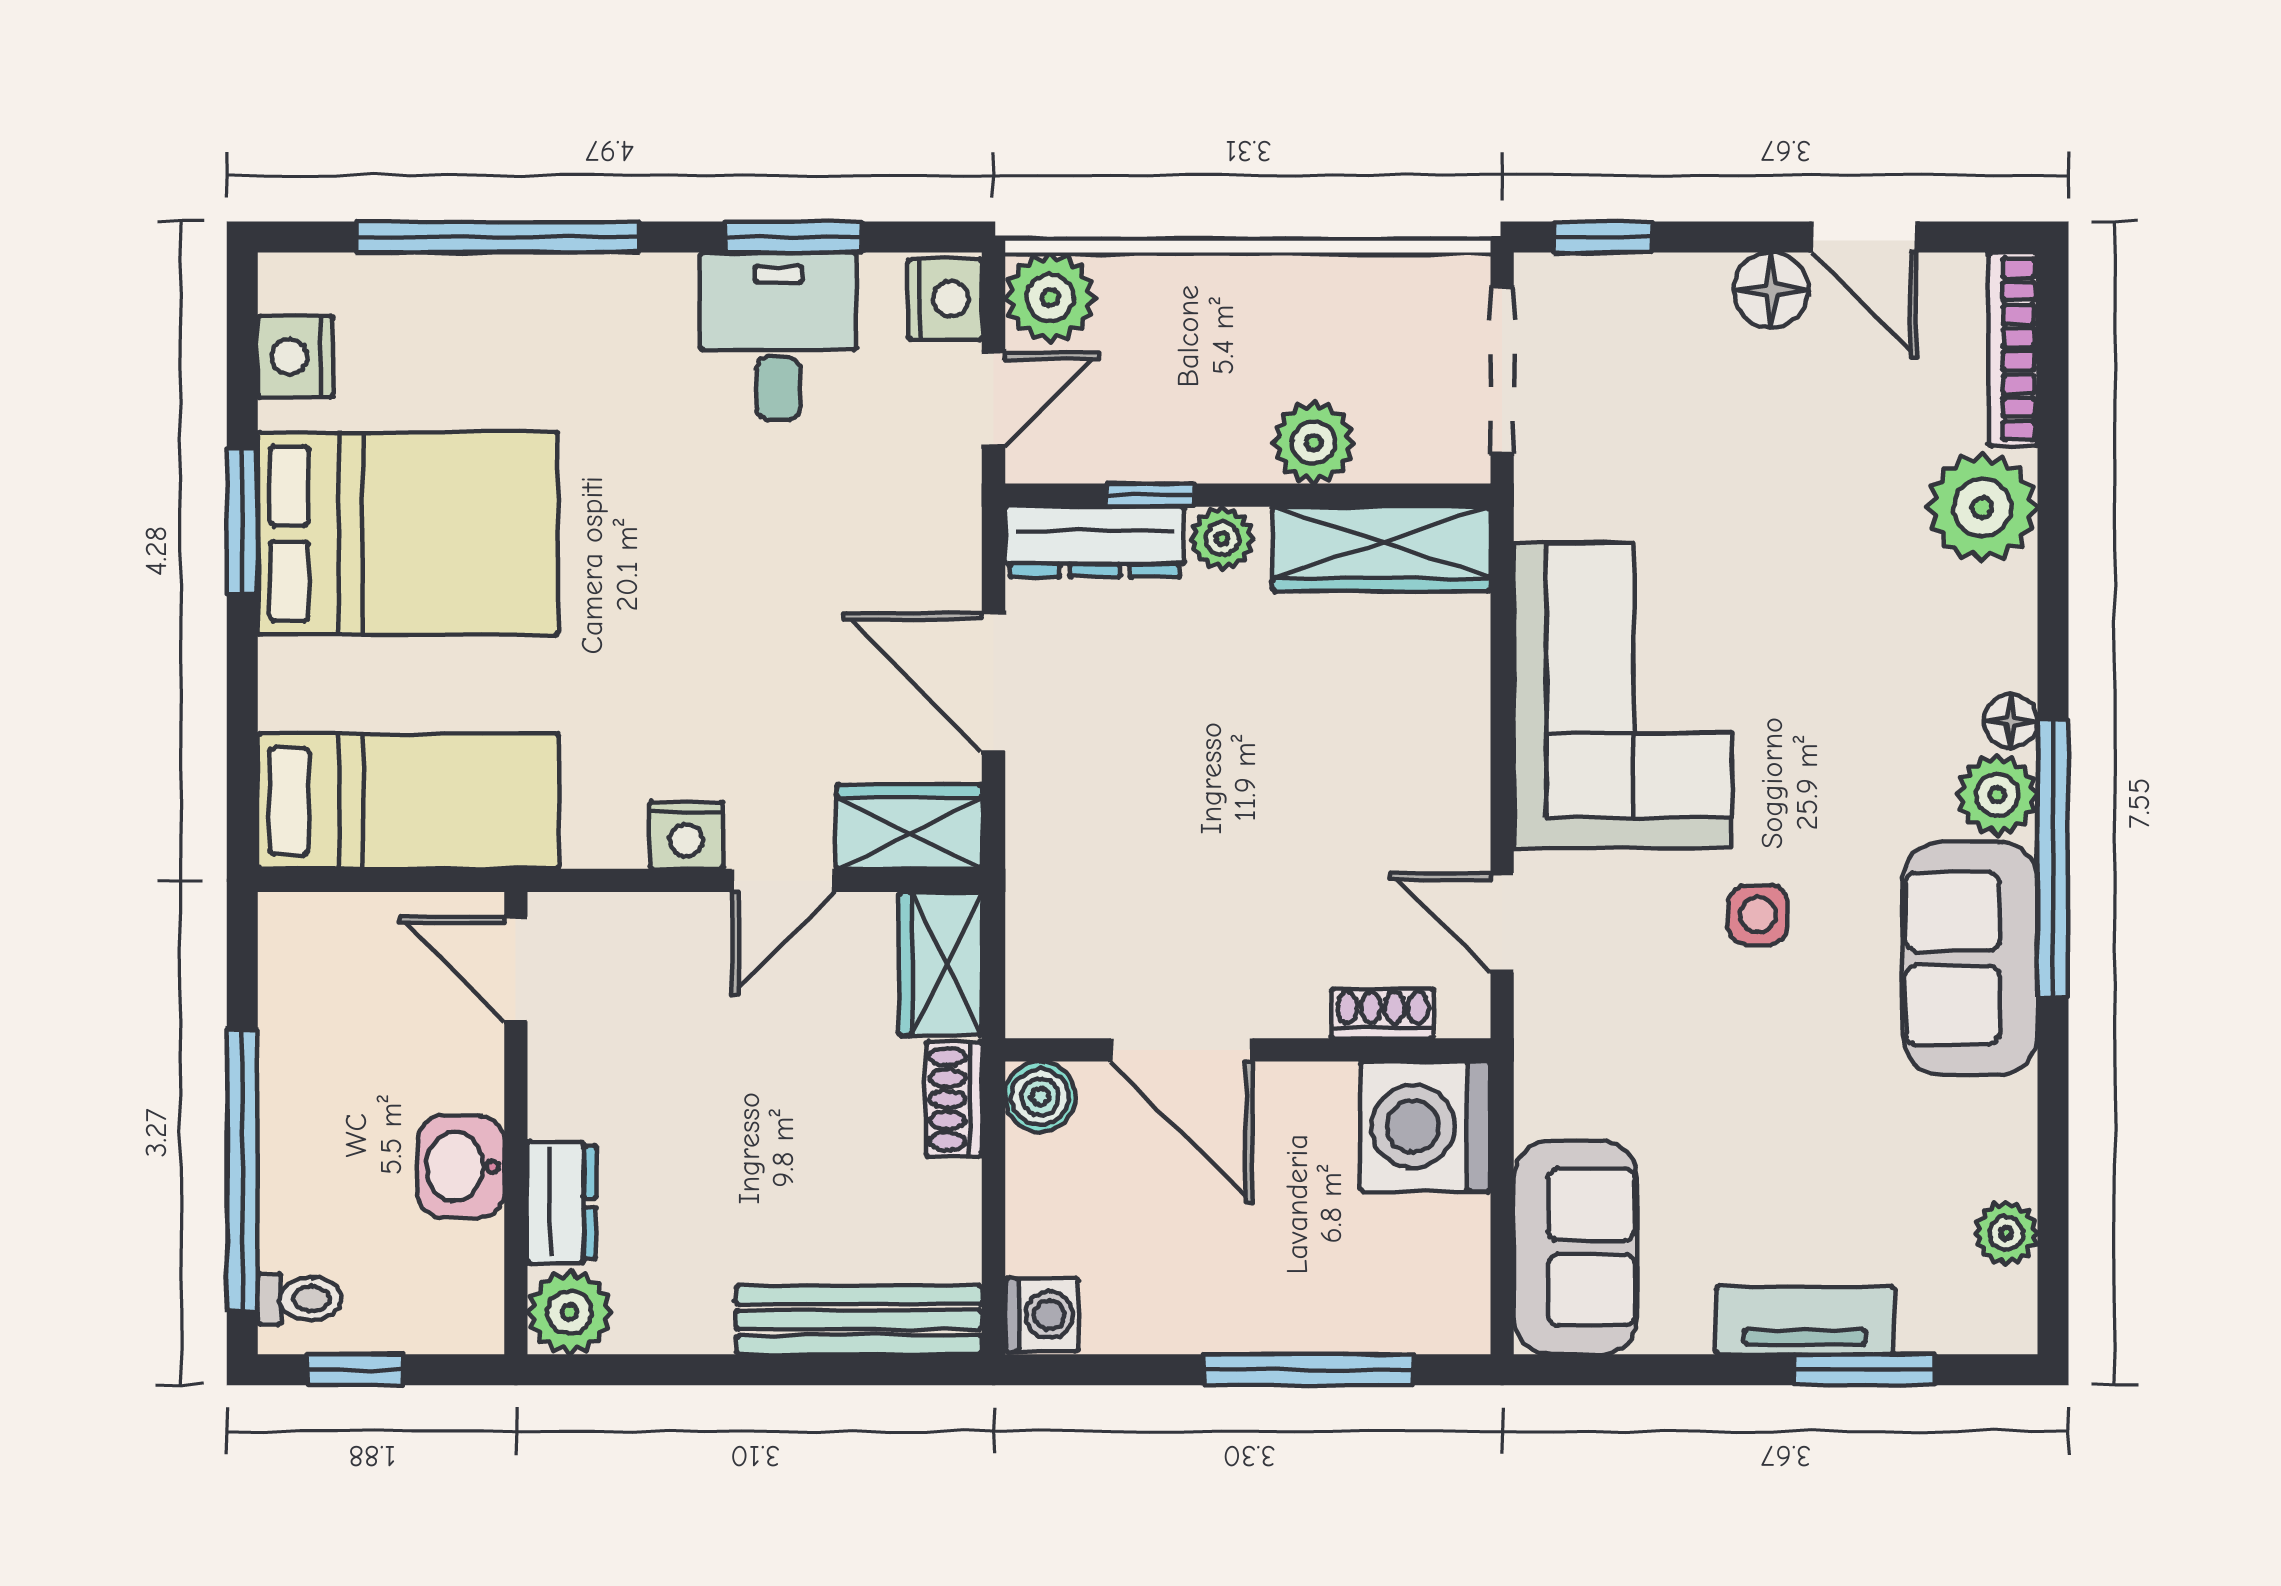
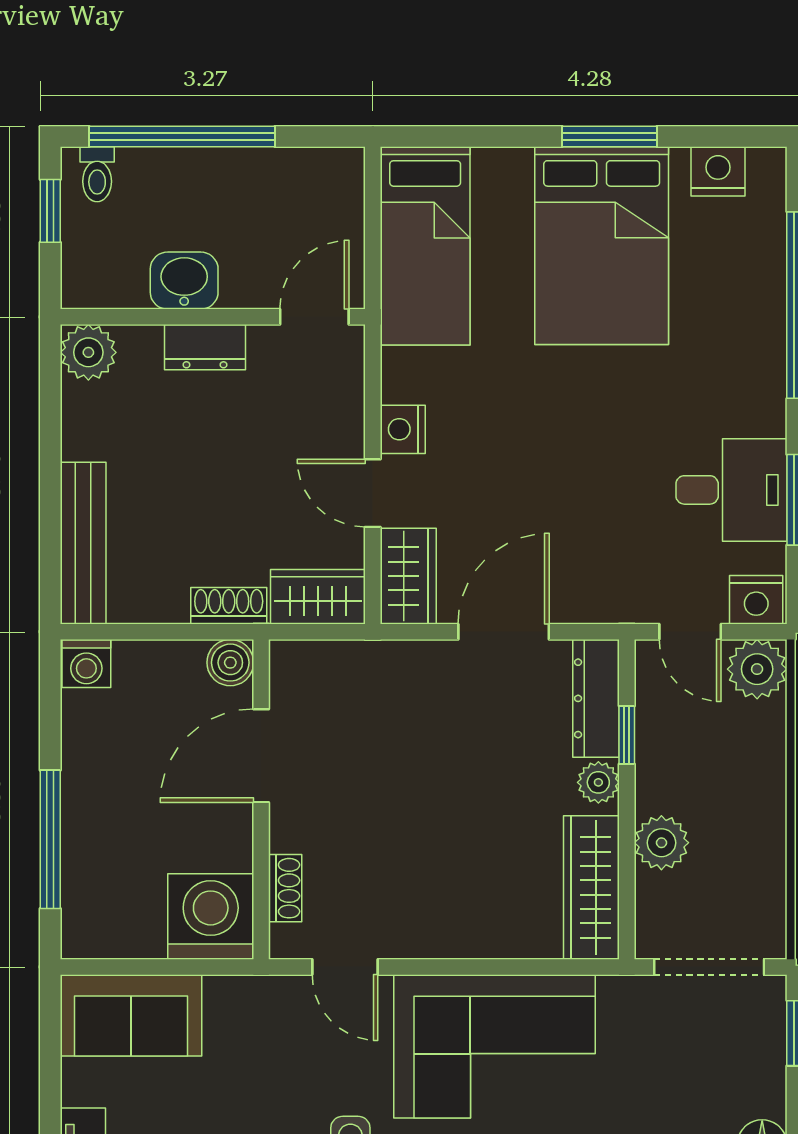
door: (1502, 923) -> (345, 967), swing flipped
dresser: (562, 1203) -> (205, 347), moved

